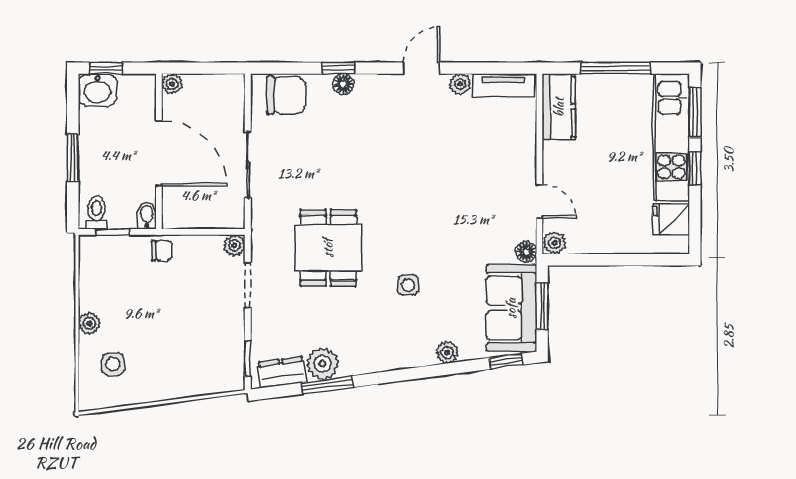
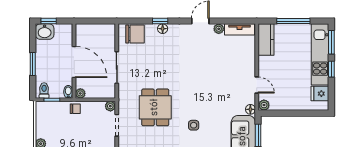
plant: (172, 84) -> (80, 93), moved

